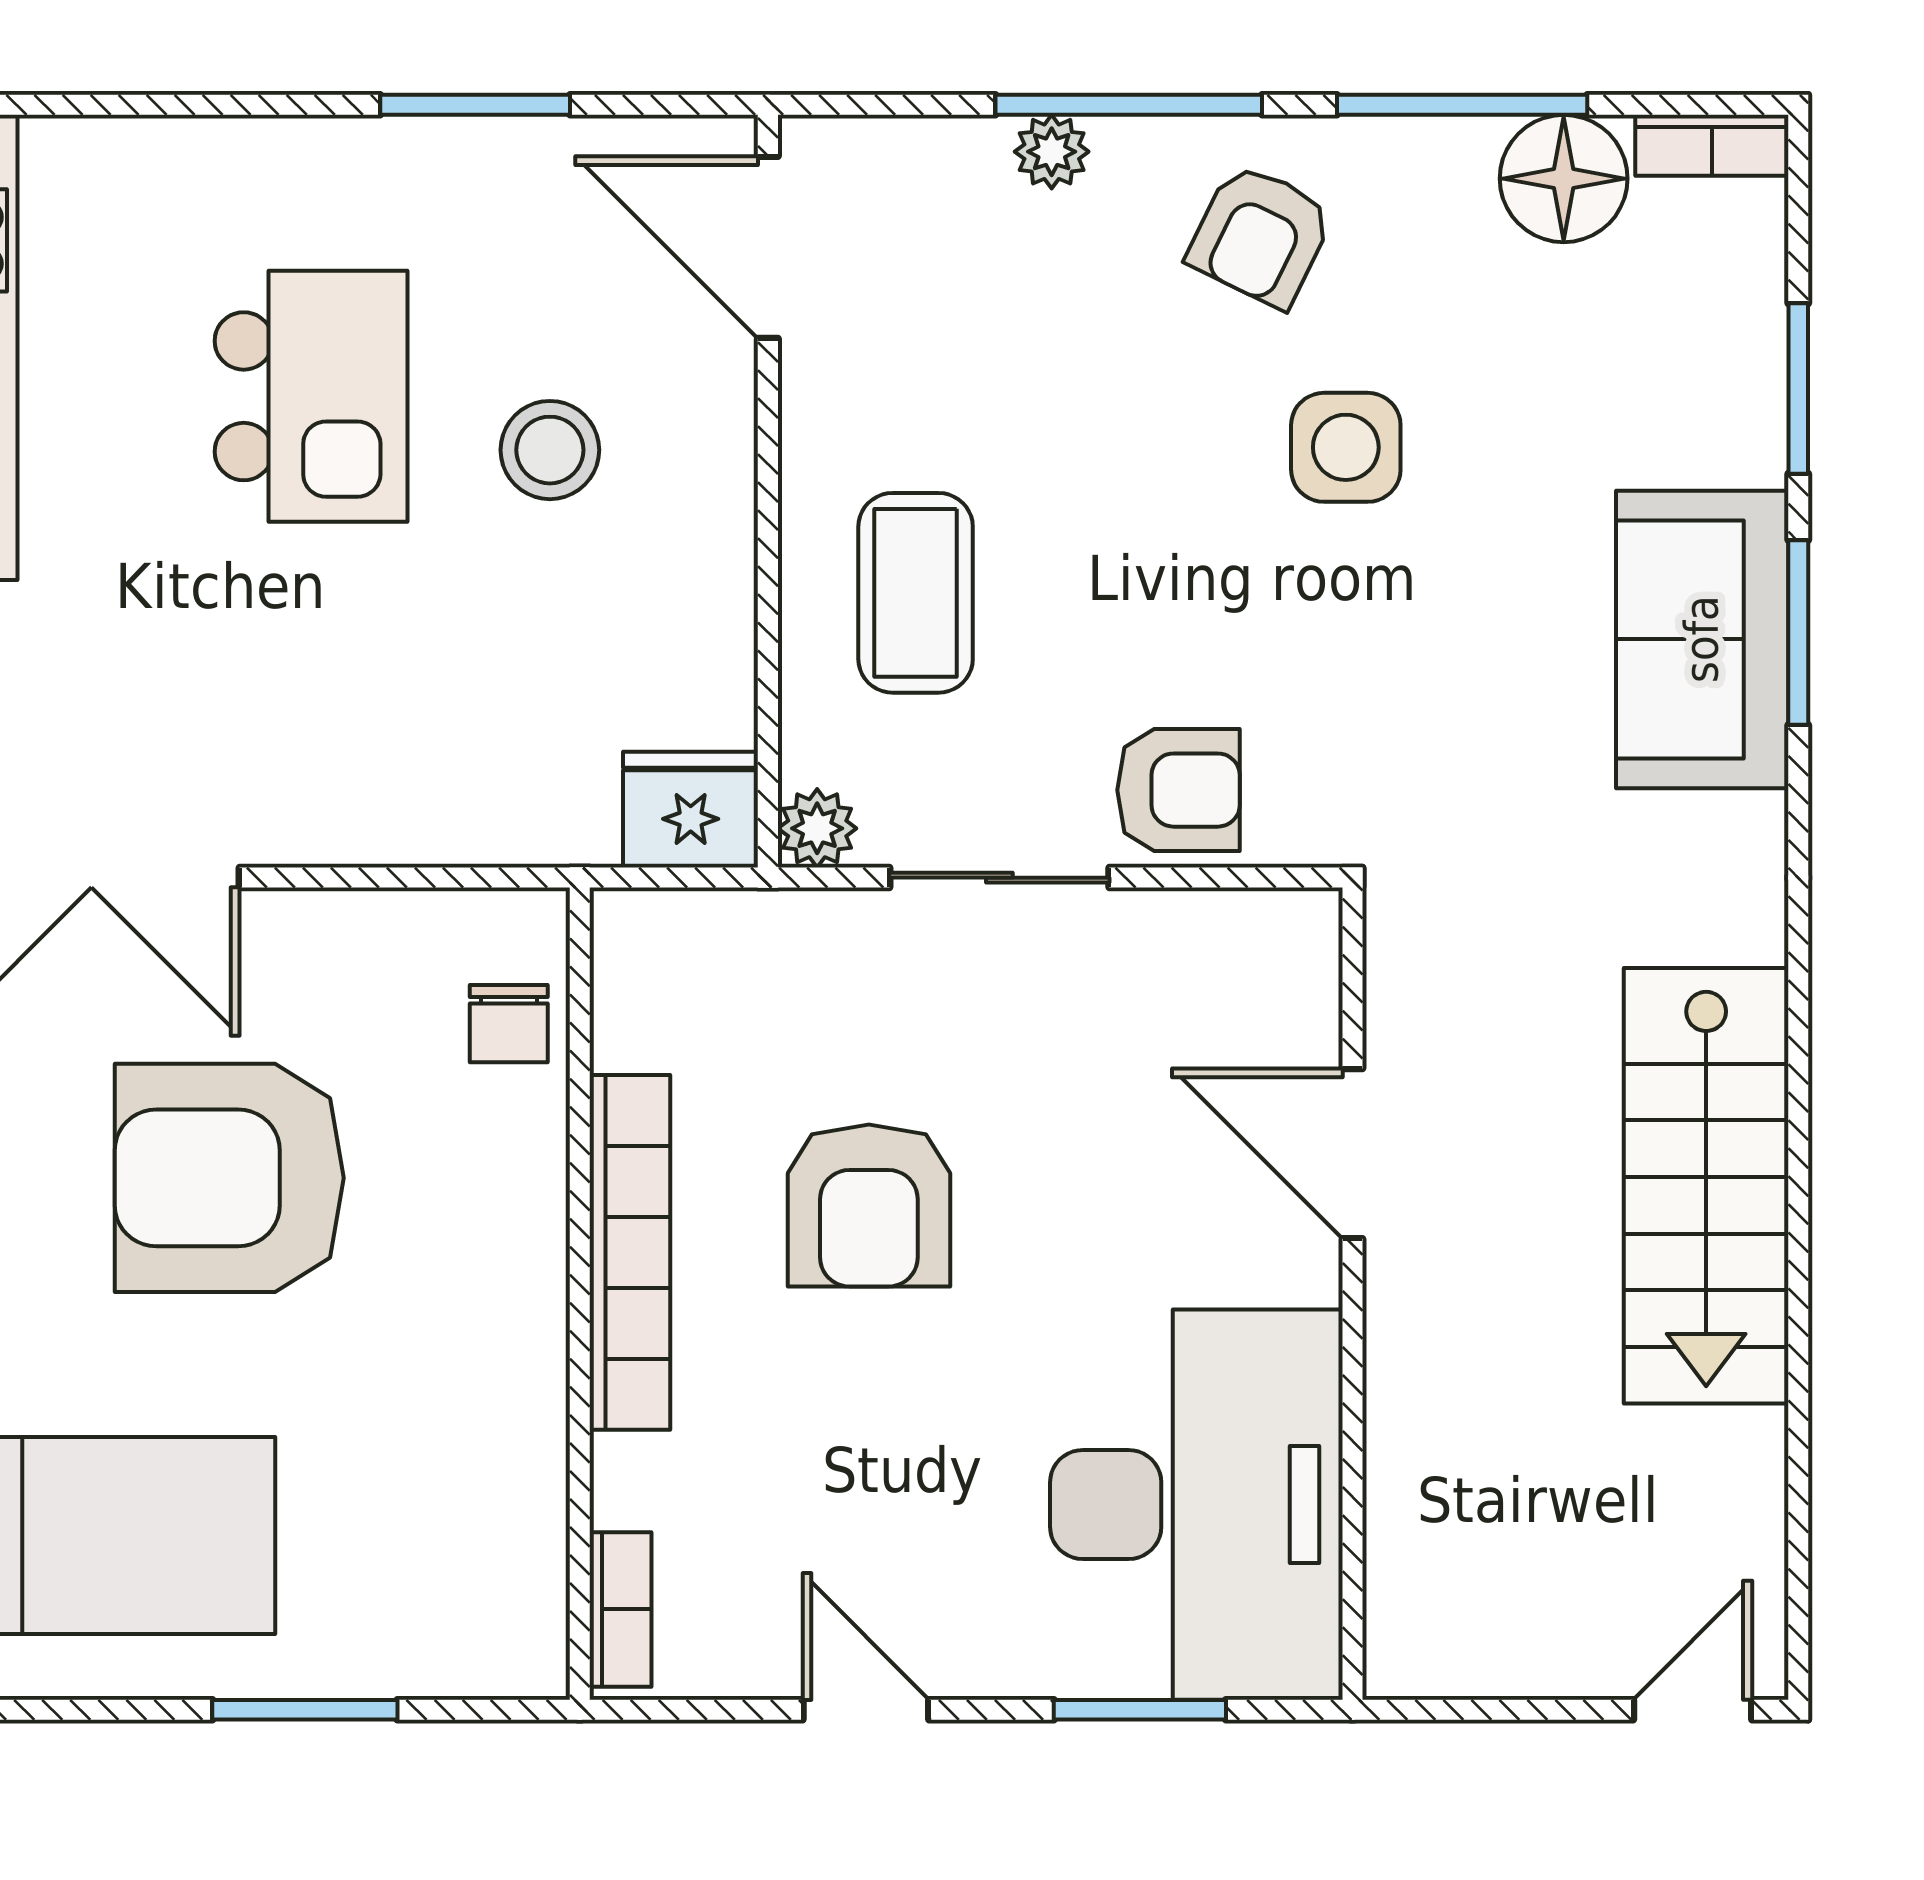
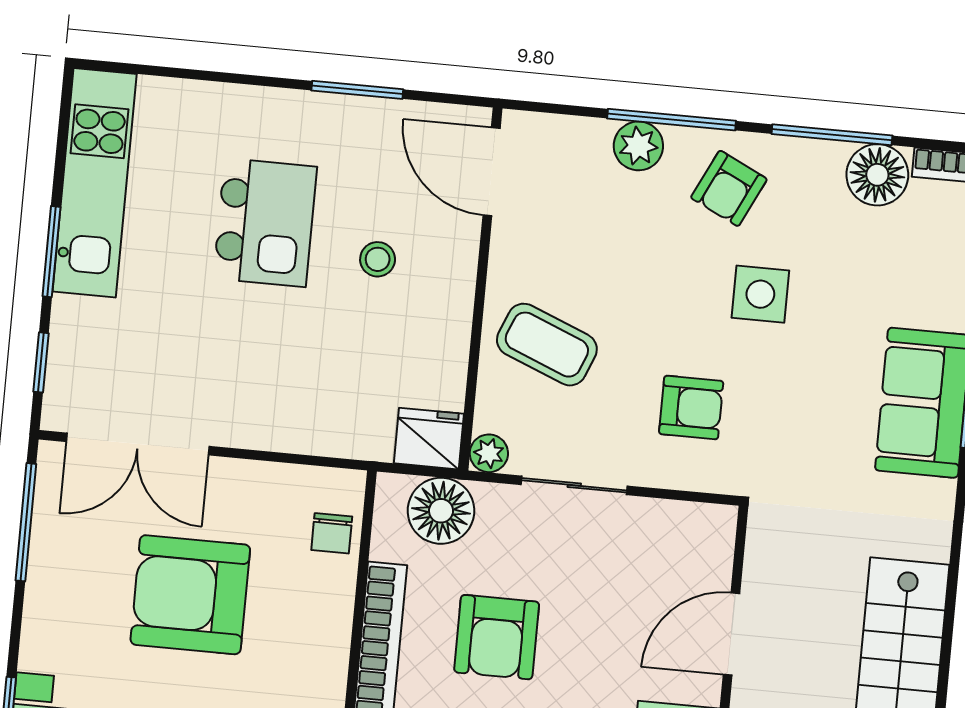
plant: (1052, 152) -> (638, 146), width x1.38, depth x1.38
stool: (550, 450) -> (378, 259), width x0.73, depth x0.73
coffee table: (916, 593) -> (547, 345), turned -68
armchair: (1179, 790) -> (691, 407), moved
floor lamp: (730, 956) -> (441, 511), added
door: (1352, 1154) -> (731, 634), hinge flipped

